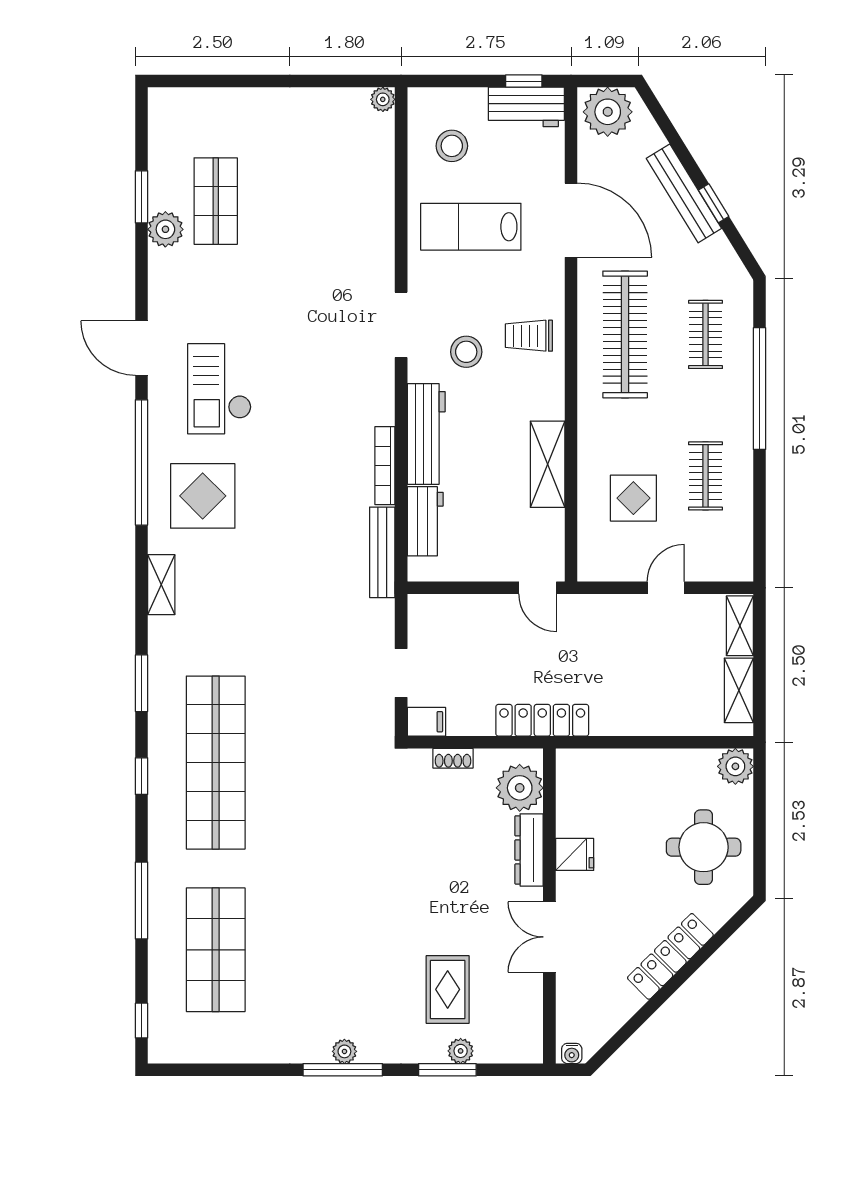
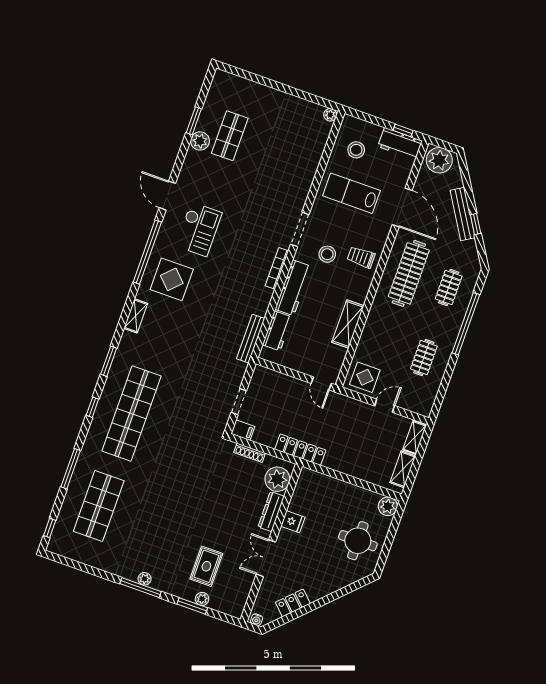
checkout: (219, 389) -> (199, 229), turned 180
bookcase: (385, 466) -> (277, 268), moved
display table: (633, 498) -> (365, 377), moved
shoe rack: (453, 758) -> (250, 453), width x1.43
locker: (670, 956) -> (293, 603), moved, width x0.66

